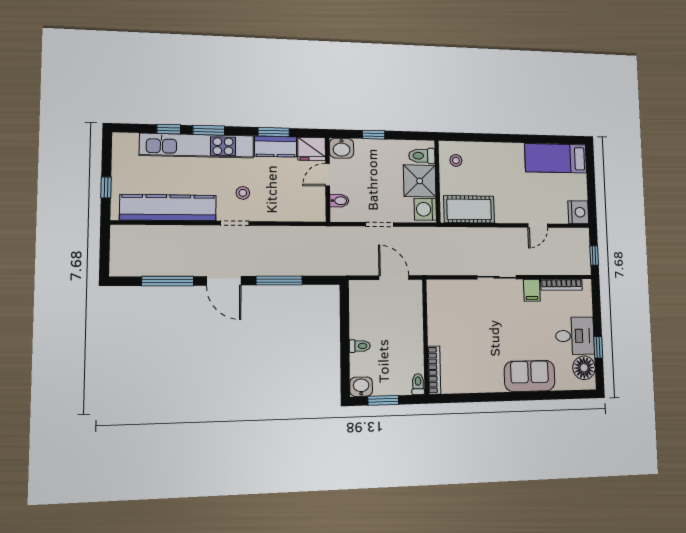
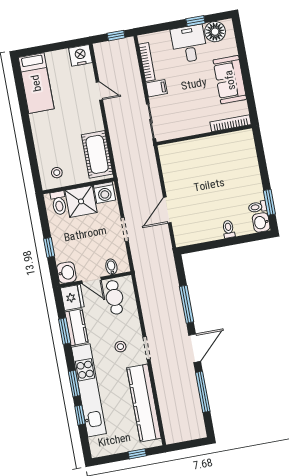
cafe table: (303, 197) -> (114, 297), added
wall: (425, 337) -> (204, 135), moved
bookcase: (434, 370) -> (231, 123), moved
toilet: (418, 384) -> (257, 207), moved

